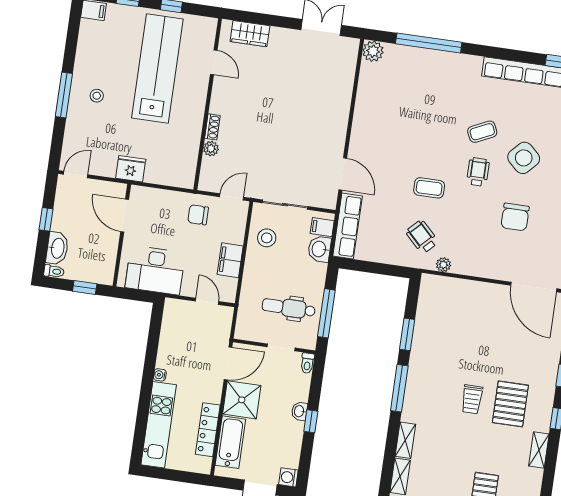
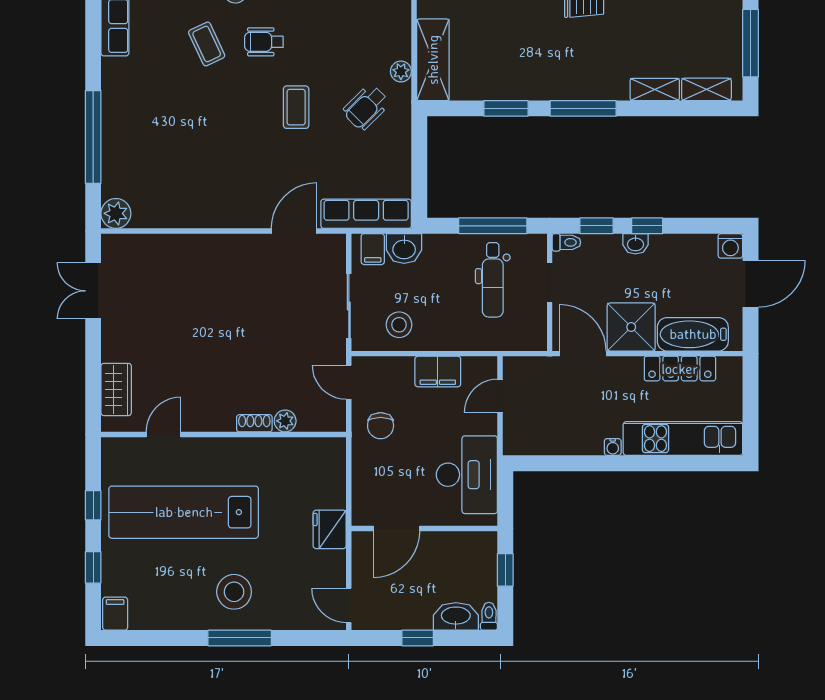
stool: (97, 96) -> (234, 592), width x1.89, depth x1.89
shelving: (448, 288) -> (433, 60), added
window: (316, 386) -> (597, 226), added

